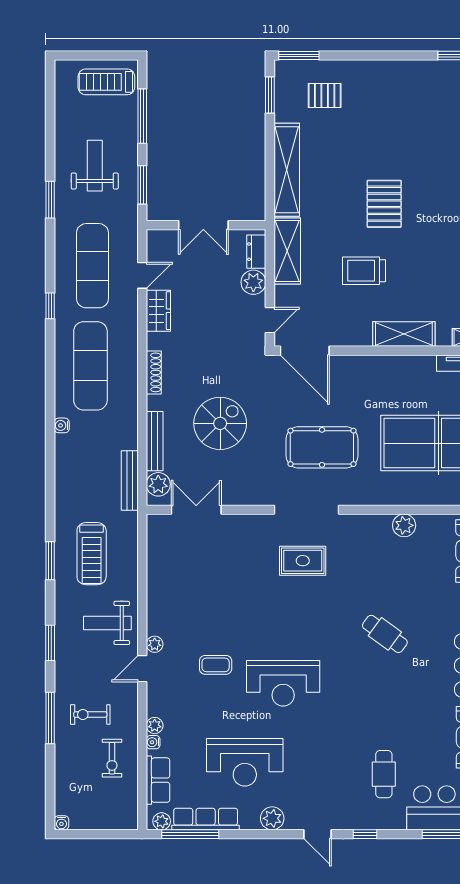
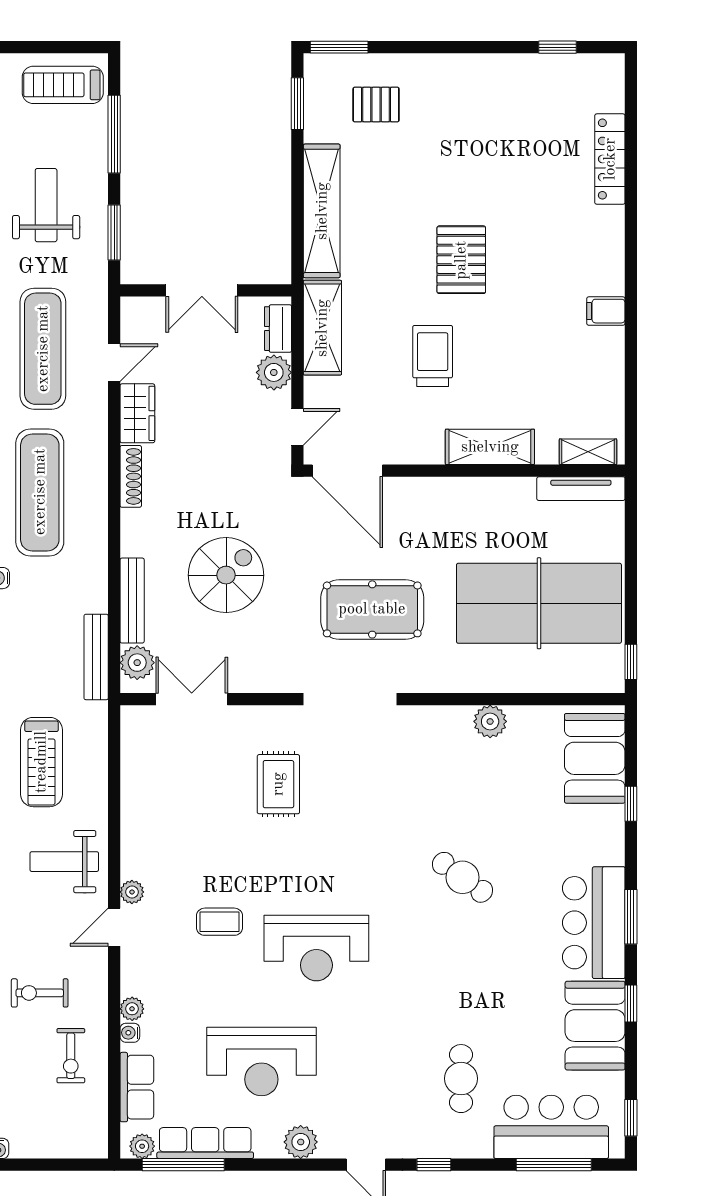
trolley: (364, 271) -> (433, 356), turned 90
shoe rack: (154, 372) -> (131, 476), moved
rug: (303, 561) -> (278, 784), moved, turned 90

